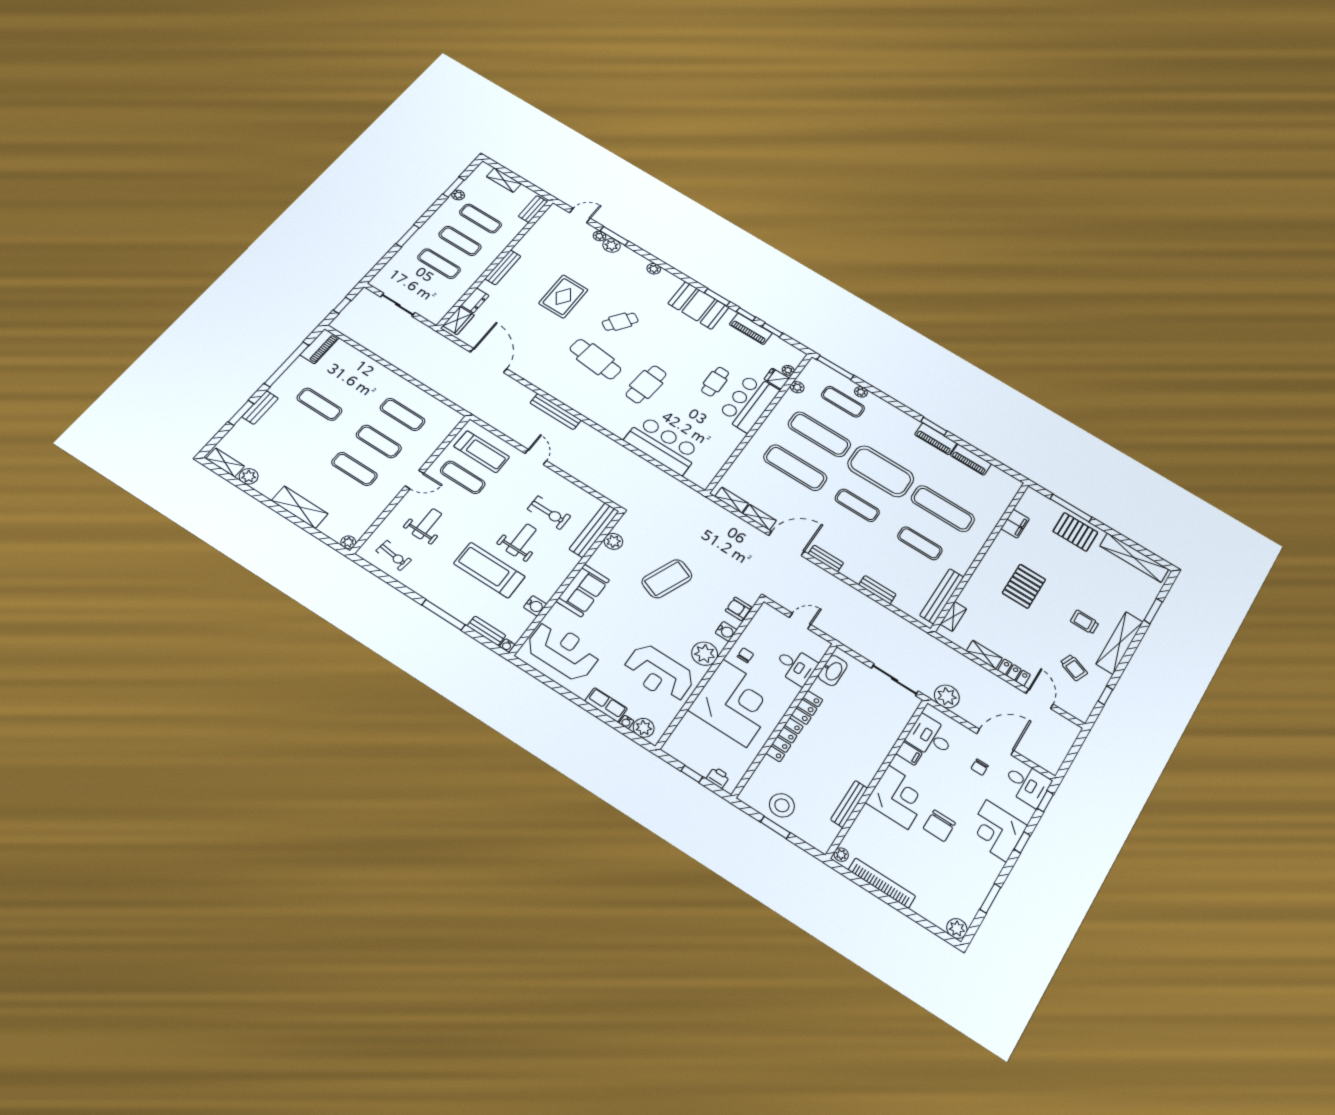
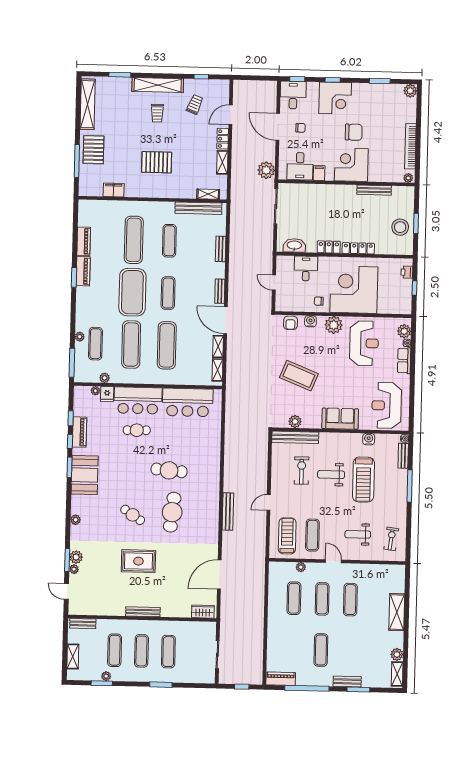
dresser: (475, 300) -> (181, 612), removed
bar counter: (662, 445) -> (188, 402), moved, turned -90
plant: (348, 542) -> (301, 567), moved

